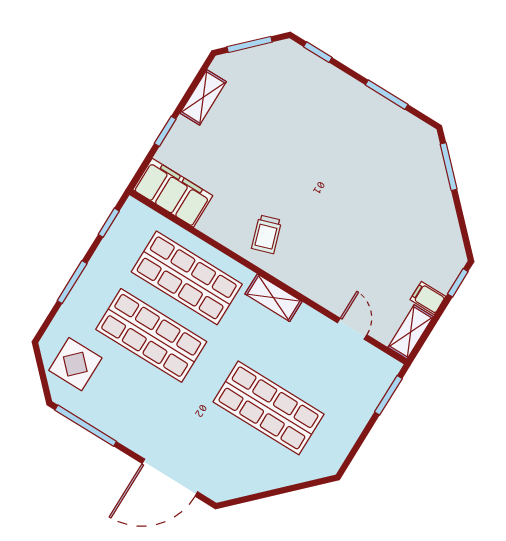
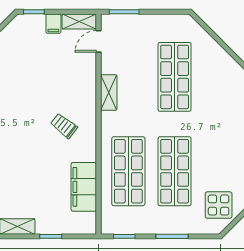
filing cabinet: (173, 193) -> (84, 187), moved
trolley: (267, 234) -> (64, 126), moved, turned -124
shelving: (273, 298) -> (109, 92), moved
door: (352, 329) -> (99, 41), moved

